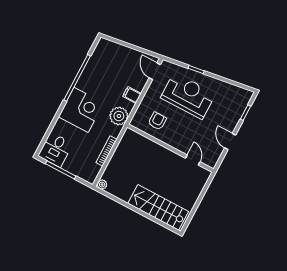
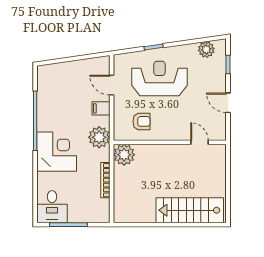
door: (155, 71) -> (112, 85), moved
plant: (235, 92) -> (206, 49), added
armchair: (157, 121) -> (142, 121), turned 90
plant: (102, 185) -> (124, 155), moved, width x1.88, depth x1.88

